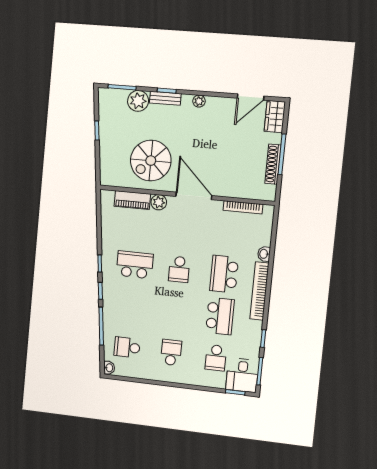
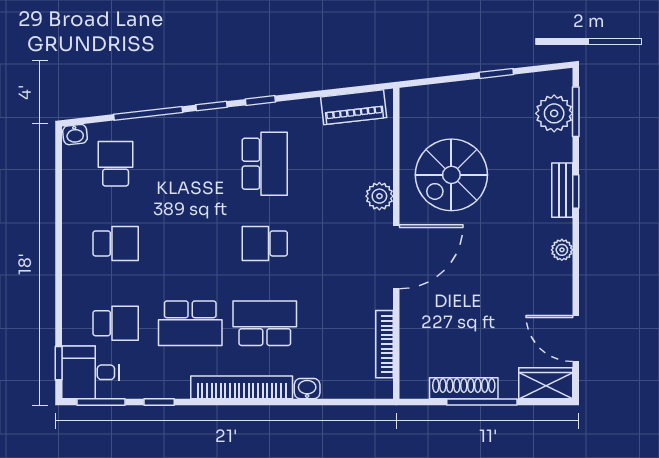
plant: (138, 101) -> (554, 113), moved
spiral stairs: (151, 161) -> (451, 175), turned -90
piano: (132, 200) -> (354, 107), moved, turned -97
school desk: (216, 358) -> (116, 323), turned 180

